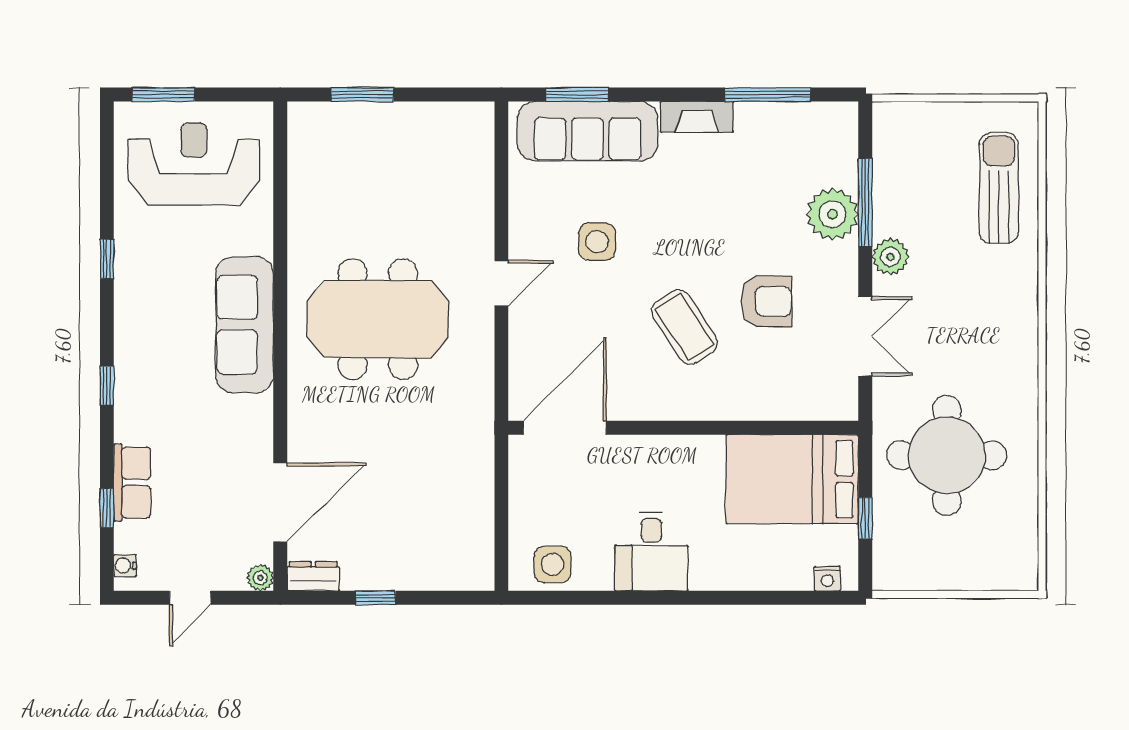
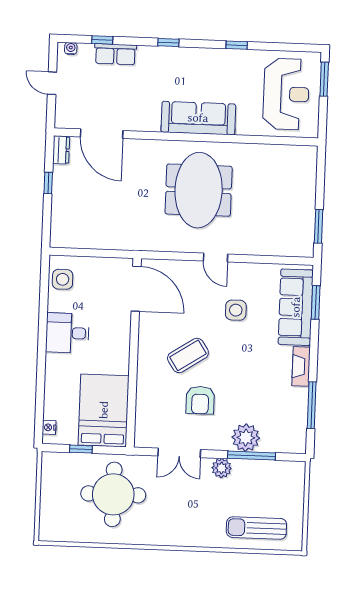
window: (362, 95) -> (319, 226), moved
sun lounger: (999, 188) -> (256, 528), turned 180
plant: (260, 578) -> (61, 121), removed

